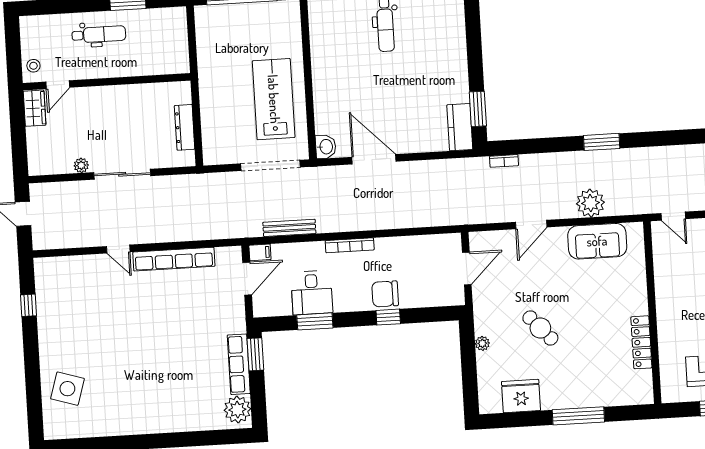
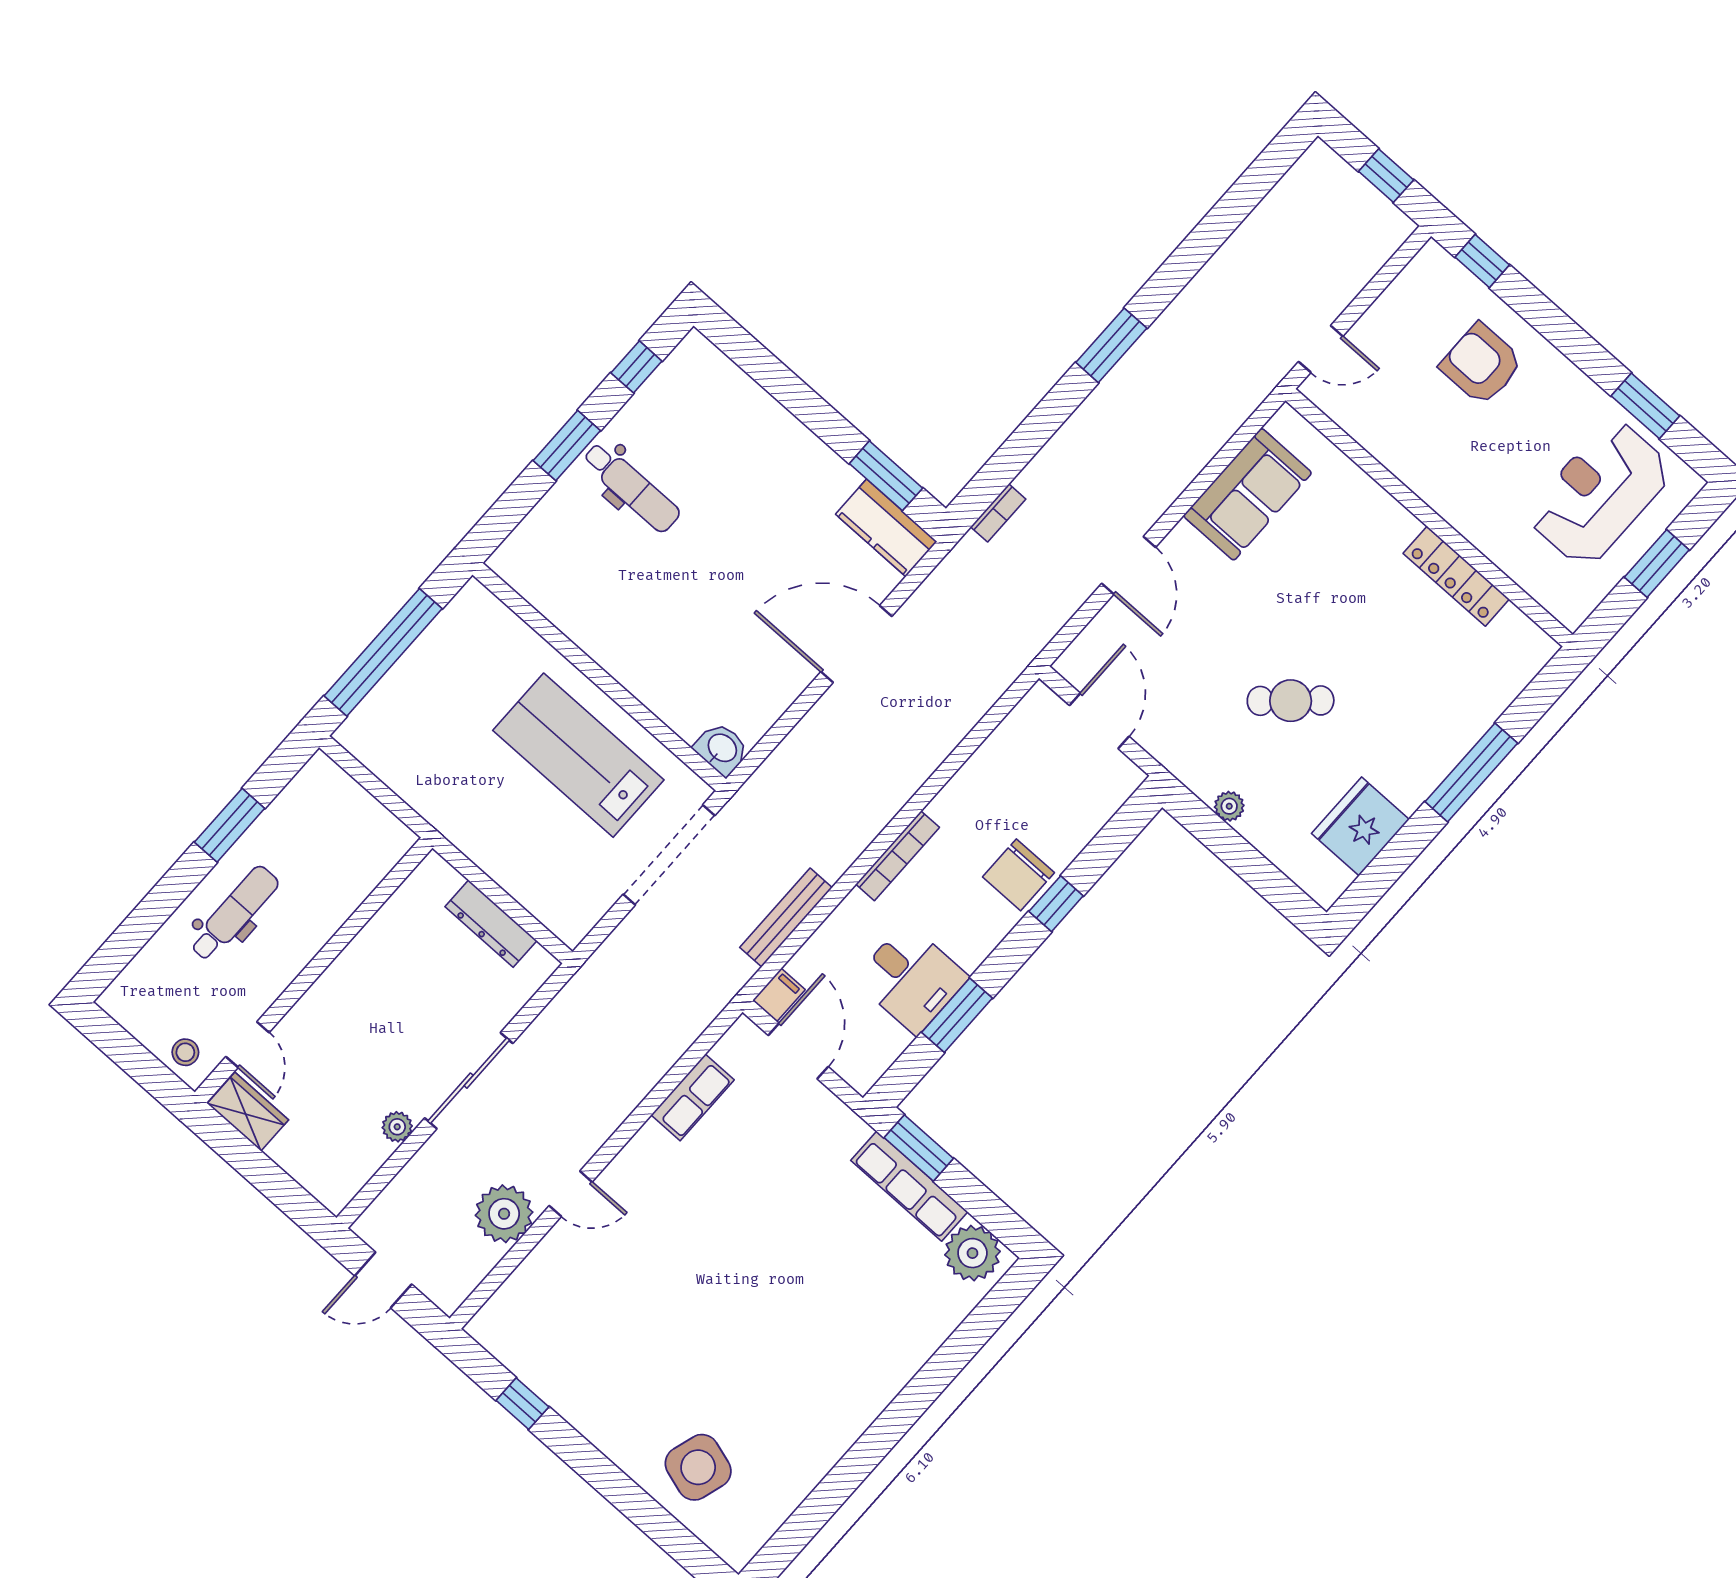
door: (374, 159) -> (856, 644), moved
plant: (590, 203) -> (504, 1214), moved
row of seats: (174, 259) -> (693, 1097), width x0.50

